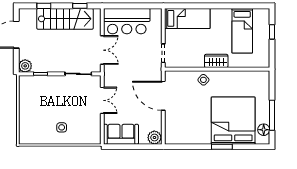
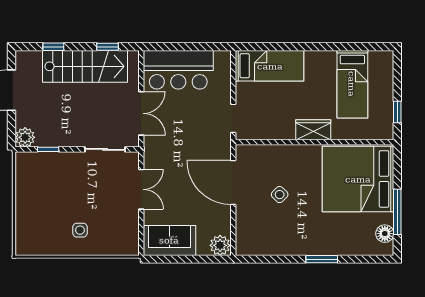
window: (272, 32) -> (397, 112), moved
side table: (203, 80) -> (280, 195), moved
bed: (233, 121) -> (358, 179), moved, turned -90

